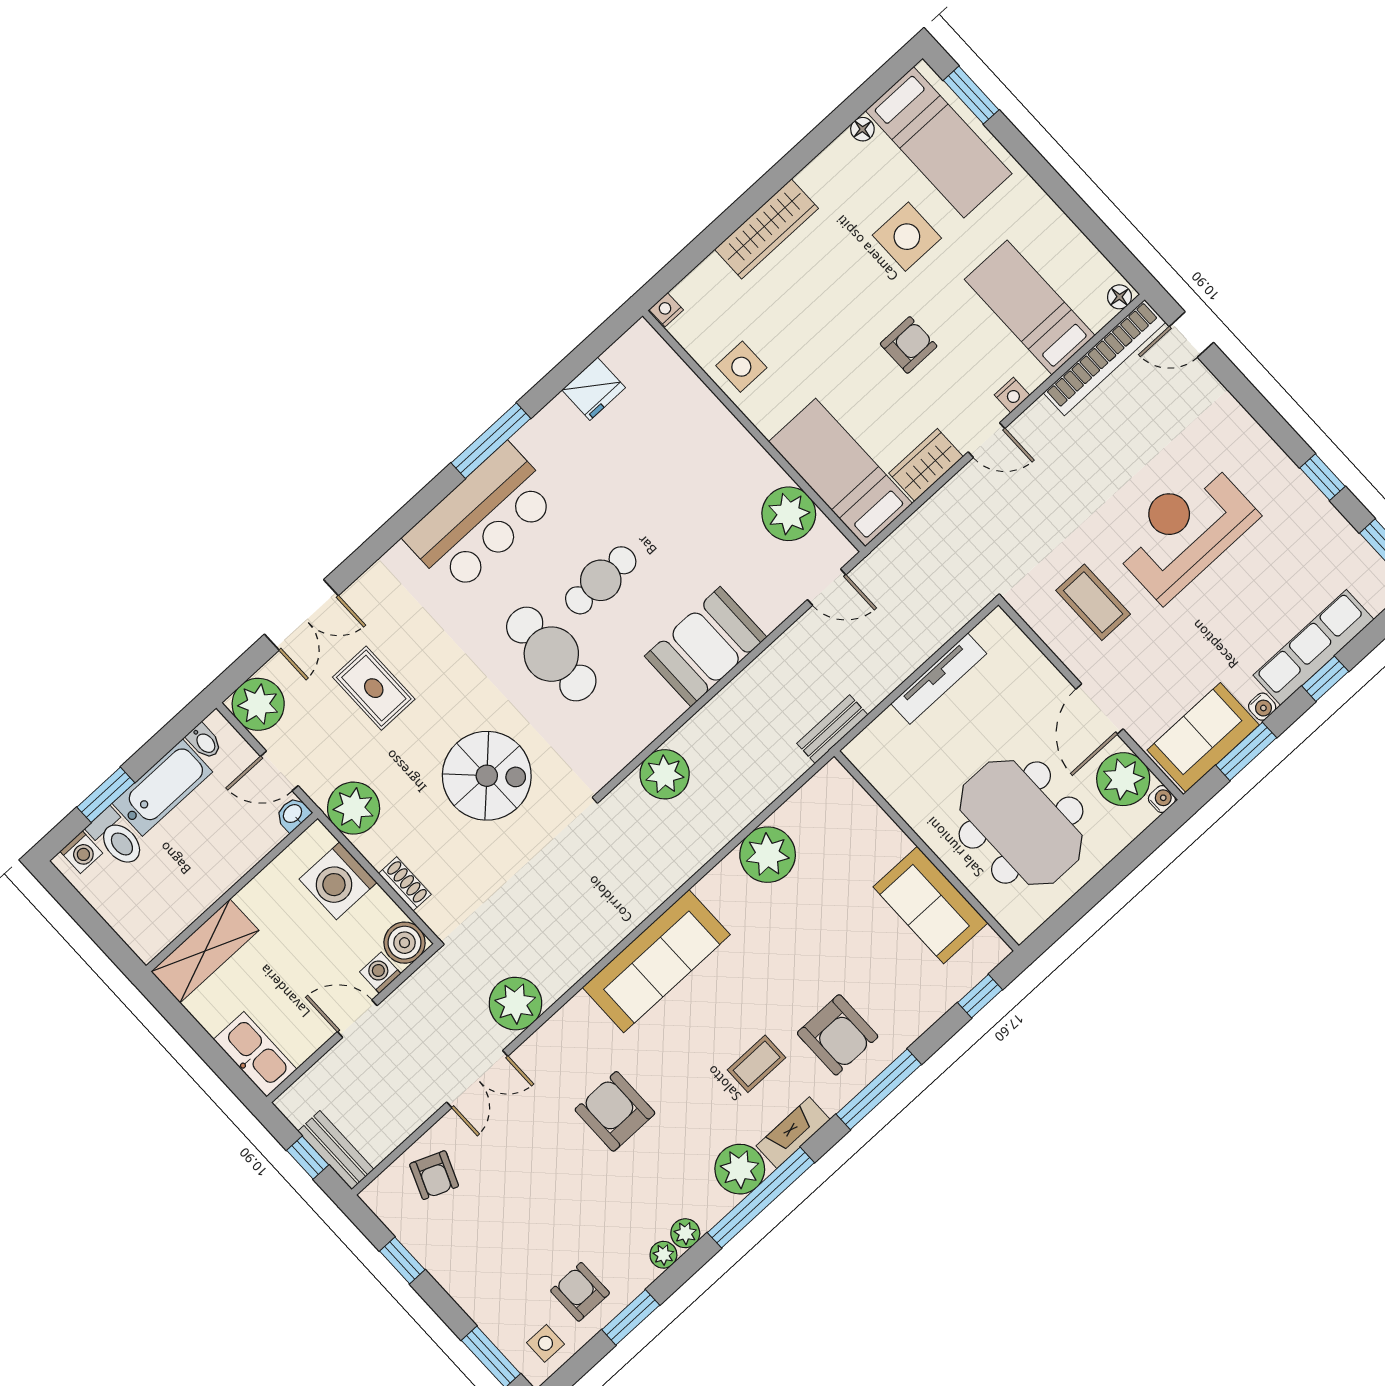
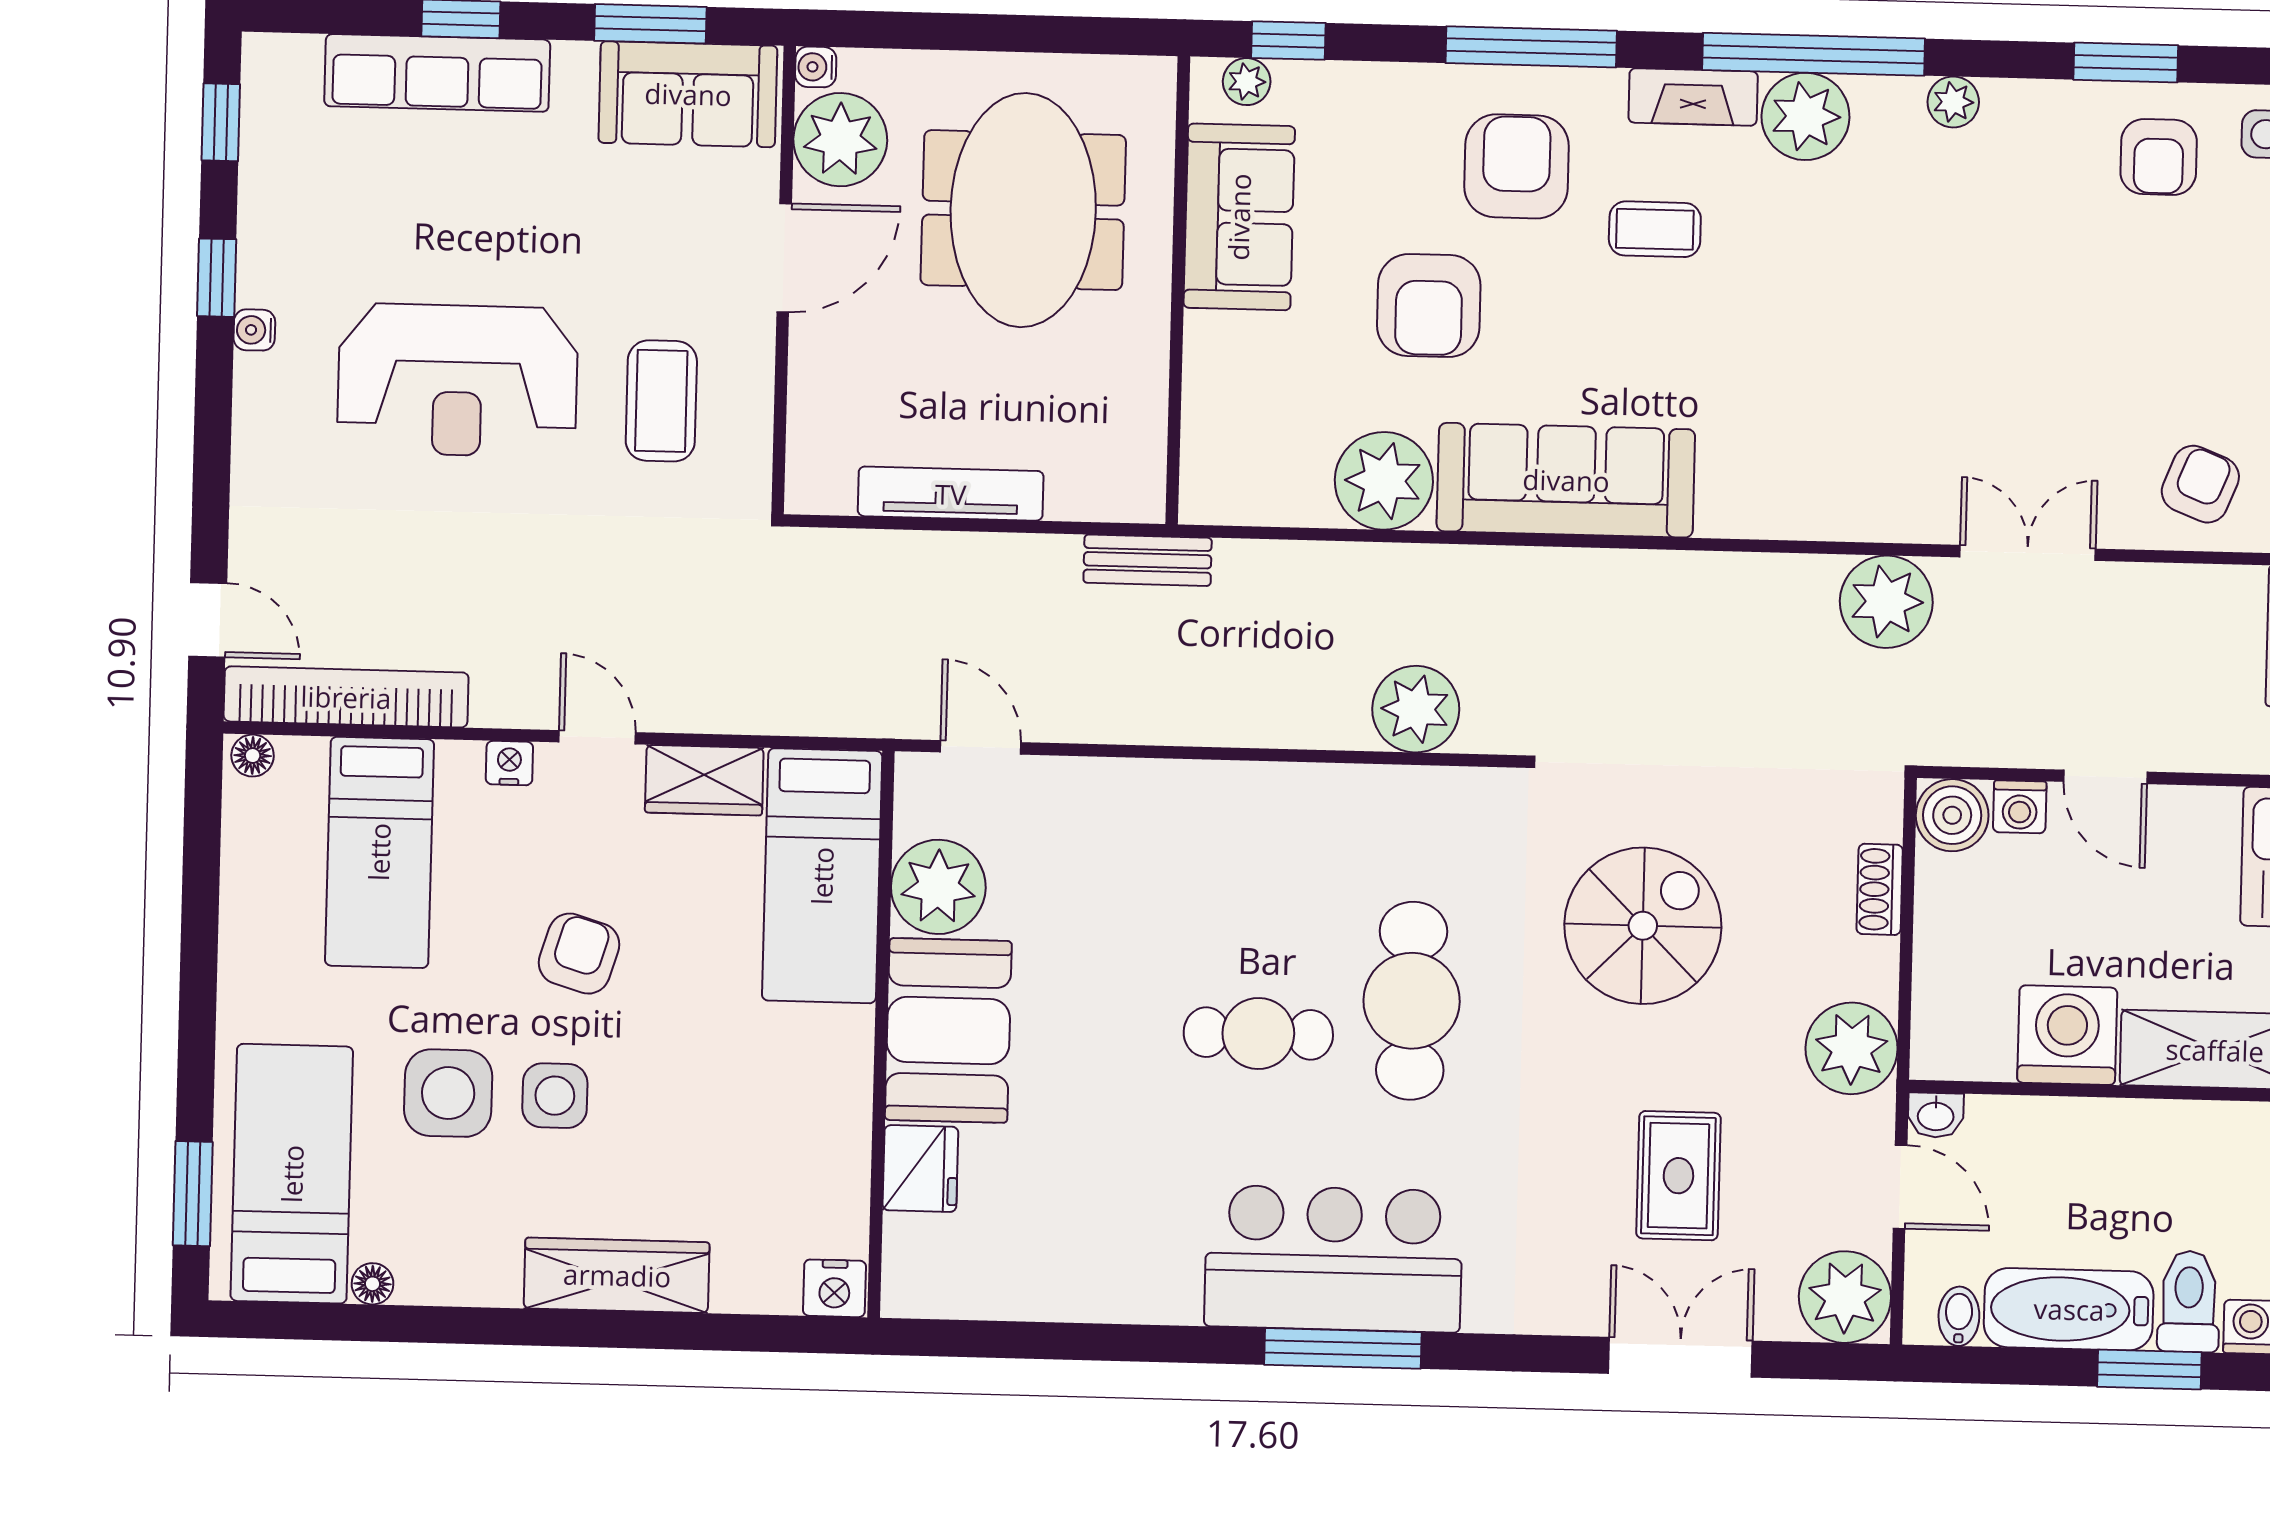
nightstand: (666, 310) -> (834, 1288), width x1.39, depth x1.35
armchair: (909, 345) -> (579, 954), turned 107
side table: (741, 367) -> (555, 1096), moved
fridge: (594, 389) -> (920, 1169), moved, turned 90
window: (491, 441) -> (1343, 1348), moved
booth: (706, 647) -> (948, 1030), moved, turned 90
water cooler: (1262, 707) -> (254, 330), moved, turned -90
spiral stairs: (487, 776) -> (1643, 926), turned 90
washing machine: (338, 881) -> (2067, 1035), moved, turned -90
sofa: (656, 961) -> (1566, 480), moved
armchair: (615, 1111) -> (1429, 306), moved
plant: (663, 1255) -> (1247, 82), moved

